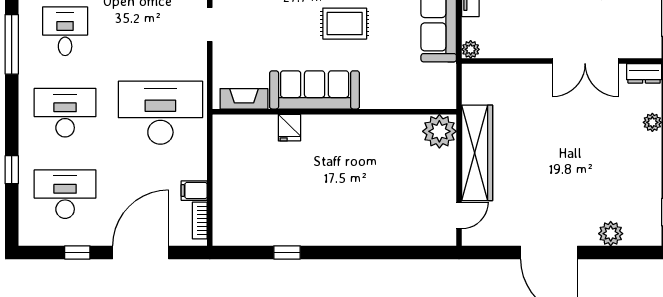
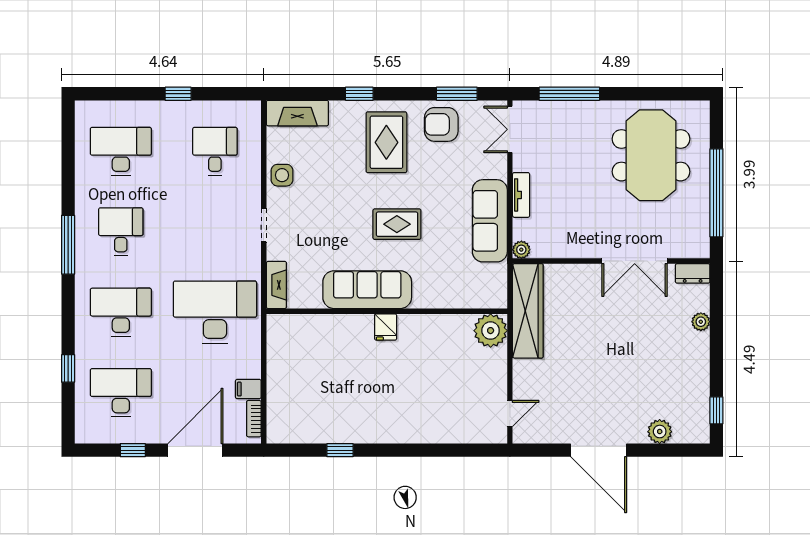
fireplace: (244, 99) -> (276, 285), moved, turned 90
fridge: (289, 128) -> (386, 327), moved
wardrobe: (477, 153) -> (528, 311), moved

